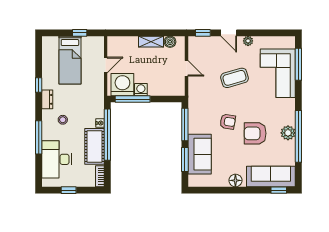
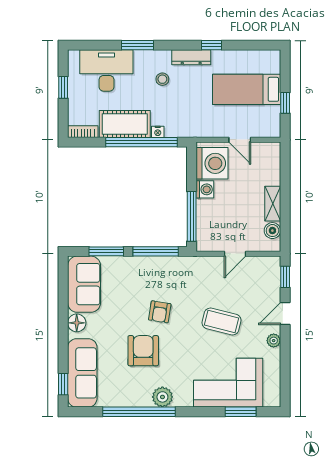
window: (298, 64) -> (241, 412), width x0.69
coffee table: (235, 78) -> (222, 322), turned -60
dresser: (47, 99) -> (191, 57), width x1.44
window: (133, 99) -> (192, 216), moved
plant: (288, 133) -> (162, 397), moved
window: (39, 137) -> (137, 45), width x0.69
sofa: (200, 154) -> (84, 284), moved, turned -90

